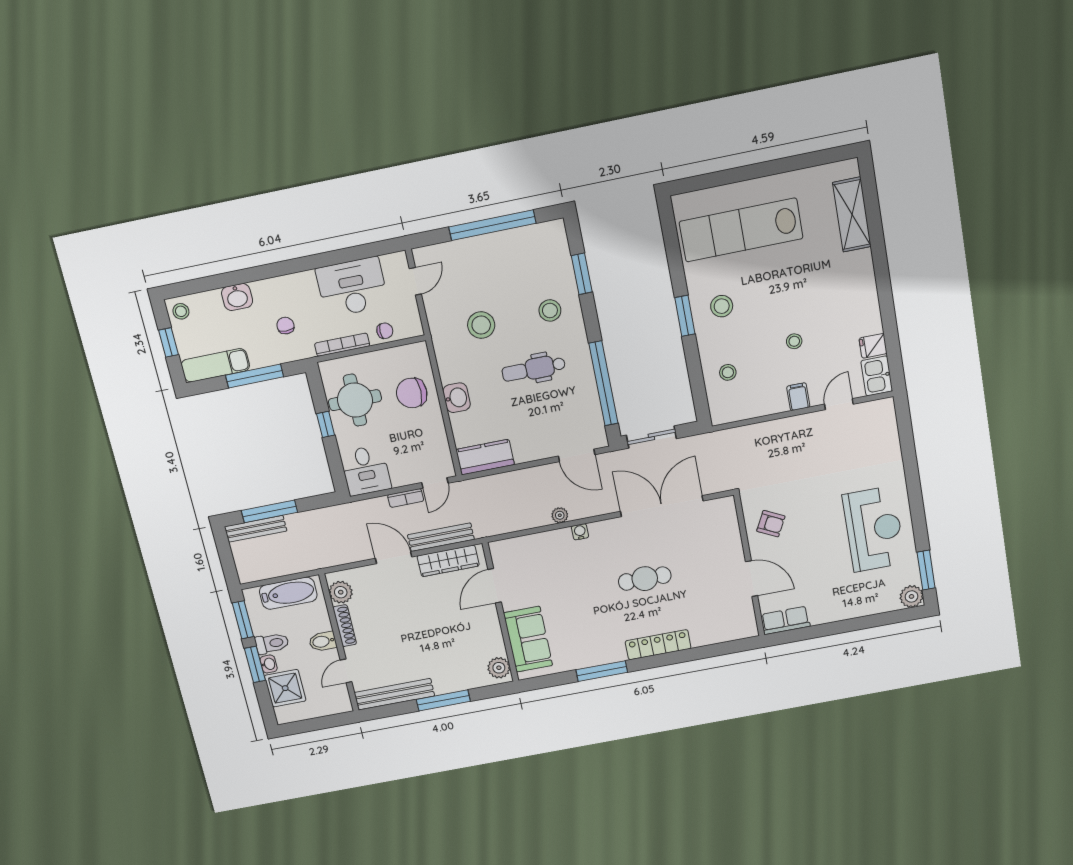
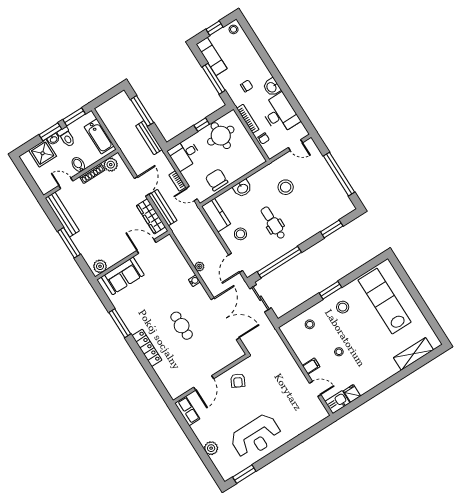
washbasin: (237, 297) -> (272, 87), moved
stool: (550, 310) -> (240, 234), moved
chair: (412, 393) -> (217, 180), moved
bench: (256, 529) -> (149, 138), moved
plant: (911, 596) -> (211, 448), moved

